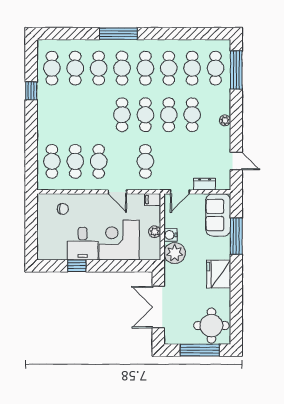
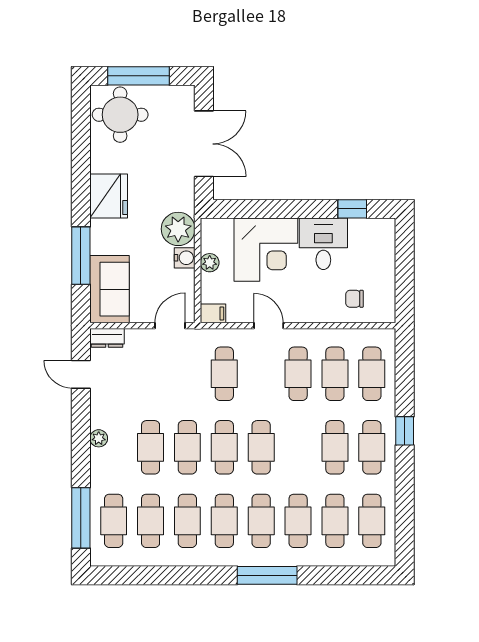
window: (31, 91) -> (405, 431), moved
cafe table: (52, 115) -> (372, 447), added
cafe table: (75, 115) -> (335, 447), added
dresser: (205, 184) -> (107, 338), moved
window: (77, 266) -> (352, 209), moved

